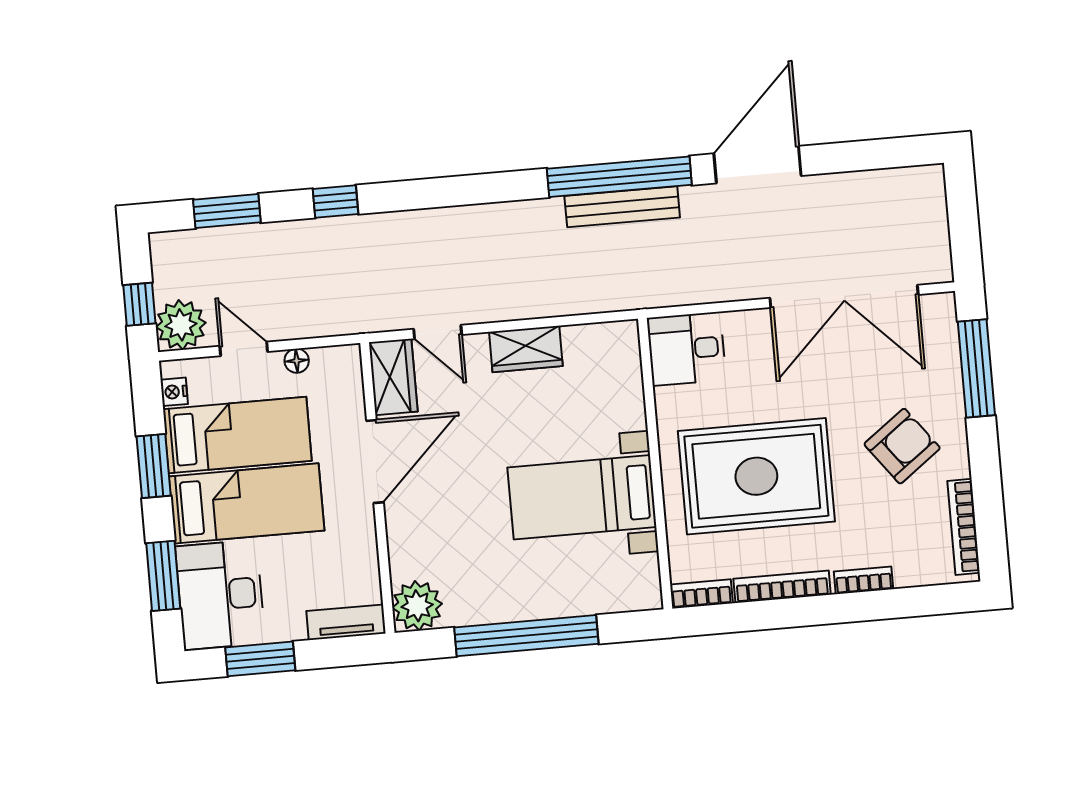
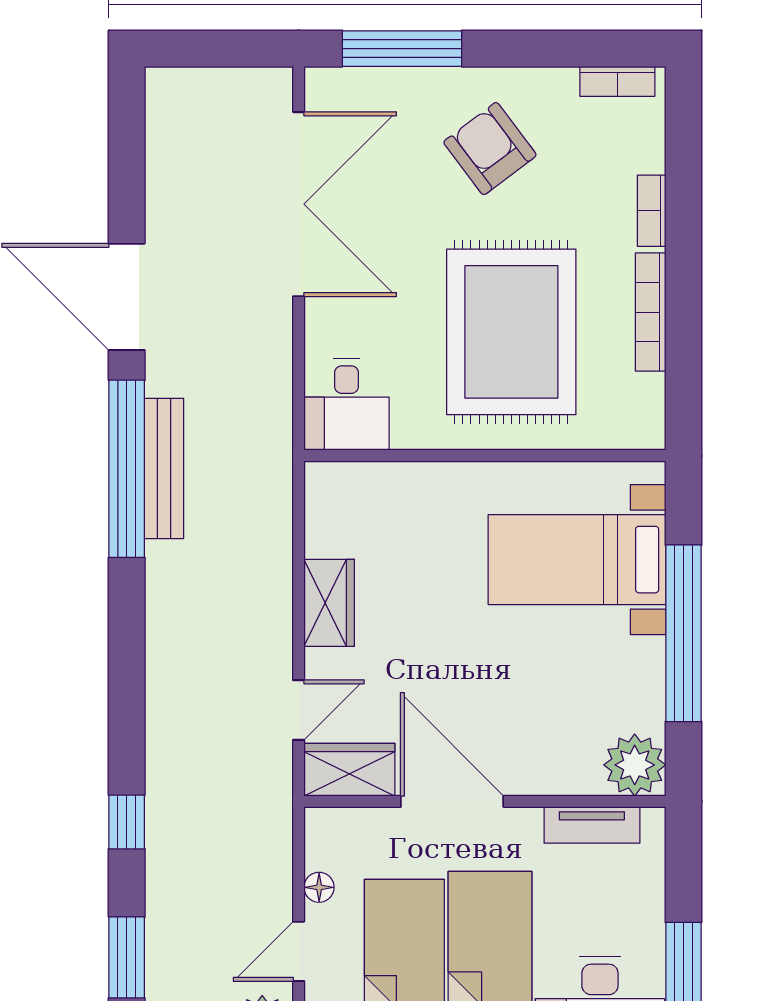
bed with nightstands: (582, 497) -> (577, 560), moved, turned 90
bookcase: (964, 527) -> (617, 81), width x0.64
bookcase: (701, 594) -> (651, 412), removed
tv unit: (346, 622) -> (592, 825), moved, turned -90

